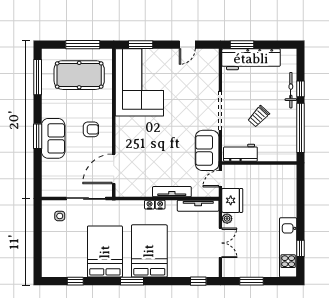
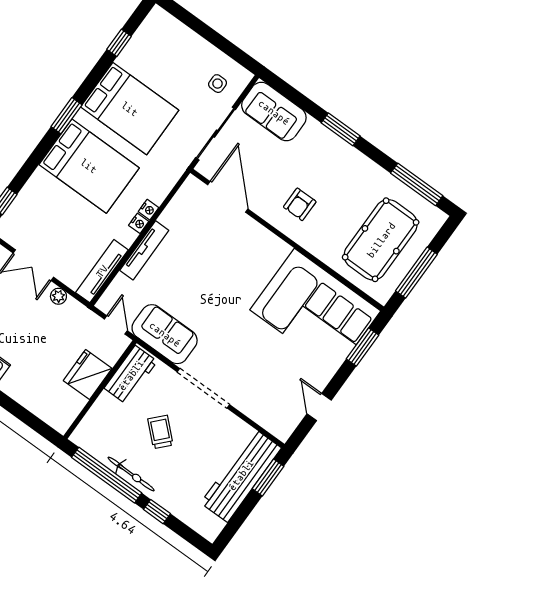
bicycle: (291, 90) -> (131, 474), moved
sofa: (53, 138) -> (274, 112), moved
fridge: (232, 200) -> (88, 375), moved, turned 90

